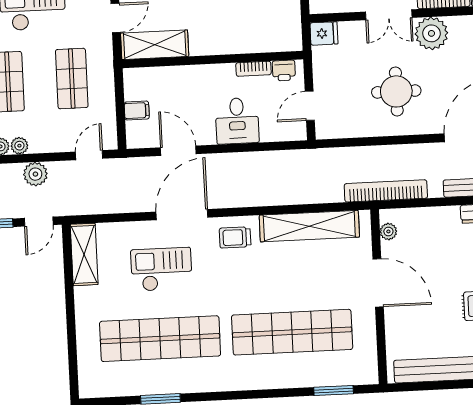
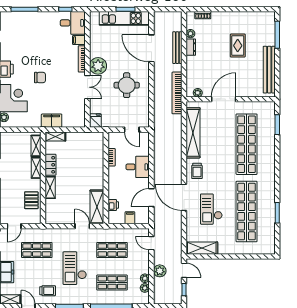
printer: (284, 70) -> (113, 205), moved

